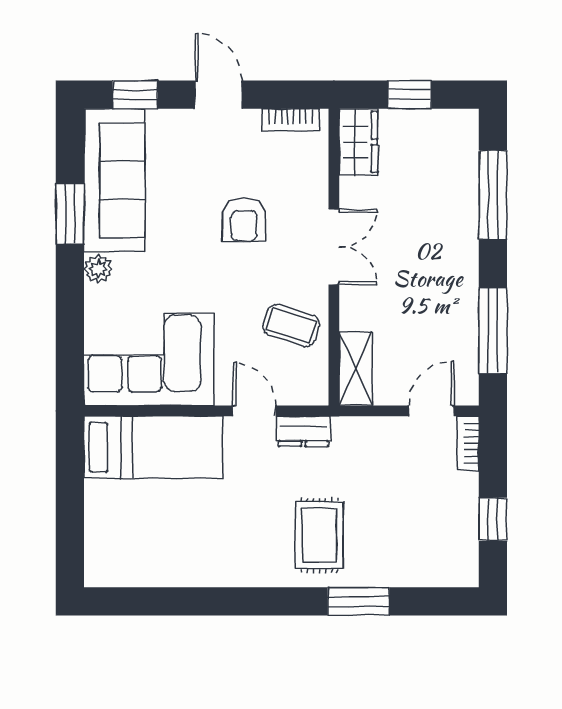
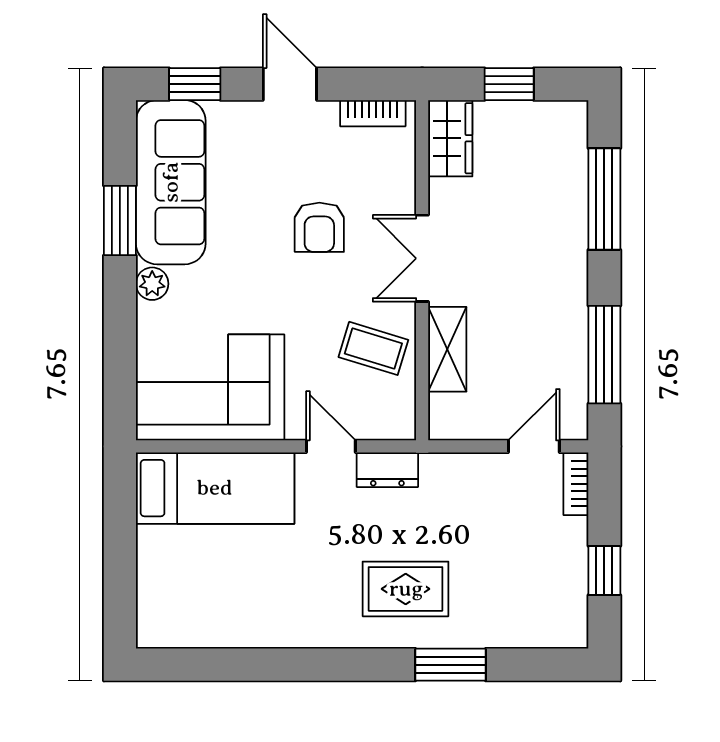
double door: (334, 247) -> (422, 258), swing flipped
shelving: (356, 369) -> (447, 349), moved
rug: (319, 535) -> (406, 589), turned 90

